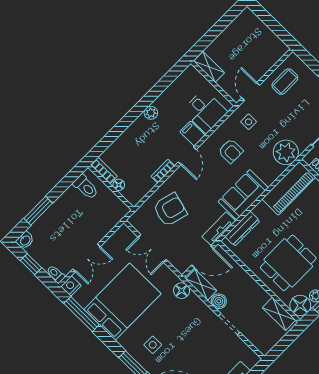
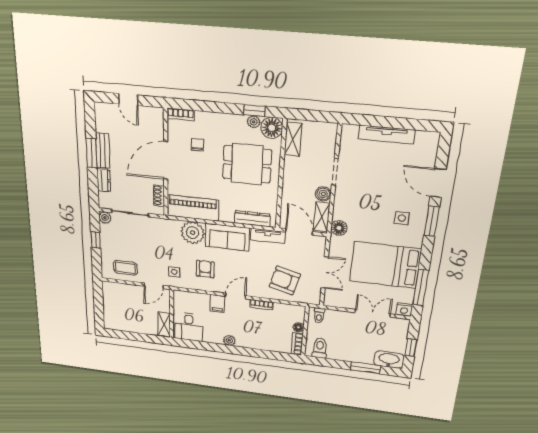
desk: (205, 111) -> (189, 327), moved, turned 180
plant: (286, 152) -> (193, 233), moved
washbasin: (25, 240) -> (389, 360), width x1.91, depth x1.45
toilet: (56, 274) -> (319, 315), moved

